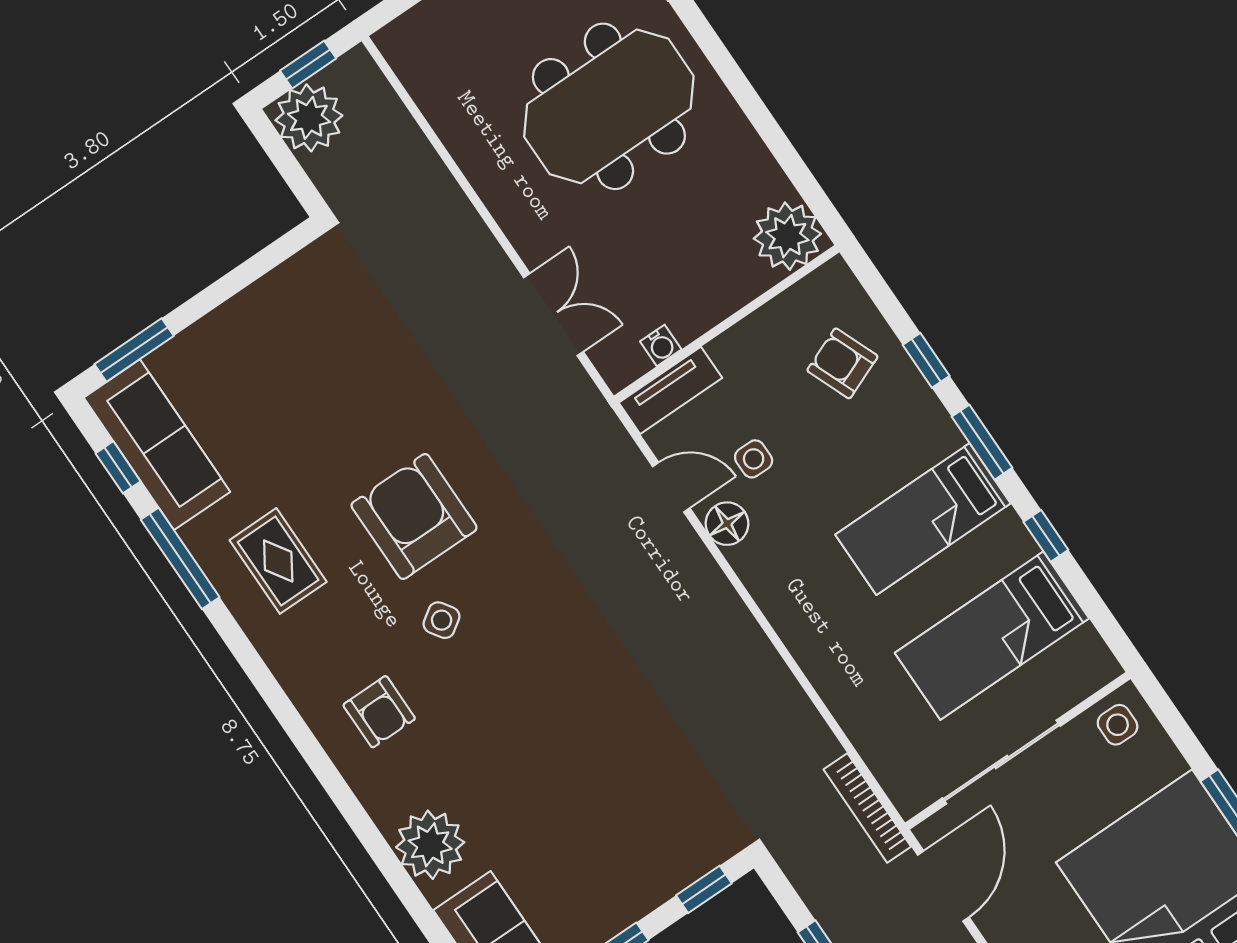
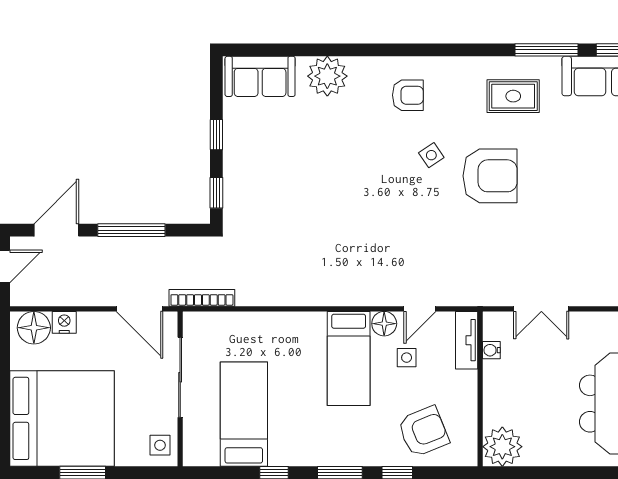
armchair: (842, 363) -> (423, 431), width x1.38, depth x1.38
bed: (923, 519) -> (349, 359), moved, turned 180
armchair: (379, 712) -> (408, 95), turned 180

